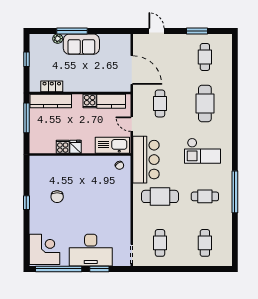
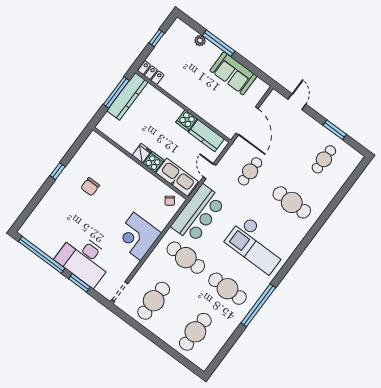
sofa: (81, 44) -> (233, 73), moved
locker: (52, 86) -> (151, 73), moved
kitchen counter: (51, 101) -> (127, 96), moved, turned -90
cafe table: (205, 103) -> (292, 202), turned 90
cooker: (63, 147) -> (154, 162), moved
checkout: (203, 151) -> (257, 245), width x1.36, depth x1.21
cafe table: (205, 196) -> (227, 289), width x1.37, depth x1.35
cafe table: (160, 243) -> (154, 301), width x1.37, depth x1.35
cafe table: (205, 243) -> (195, 332), width x1.37, depth x1.35
corner desk: (44, 249) -> (137, 236), moved, turned 180

